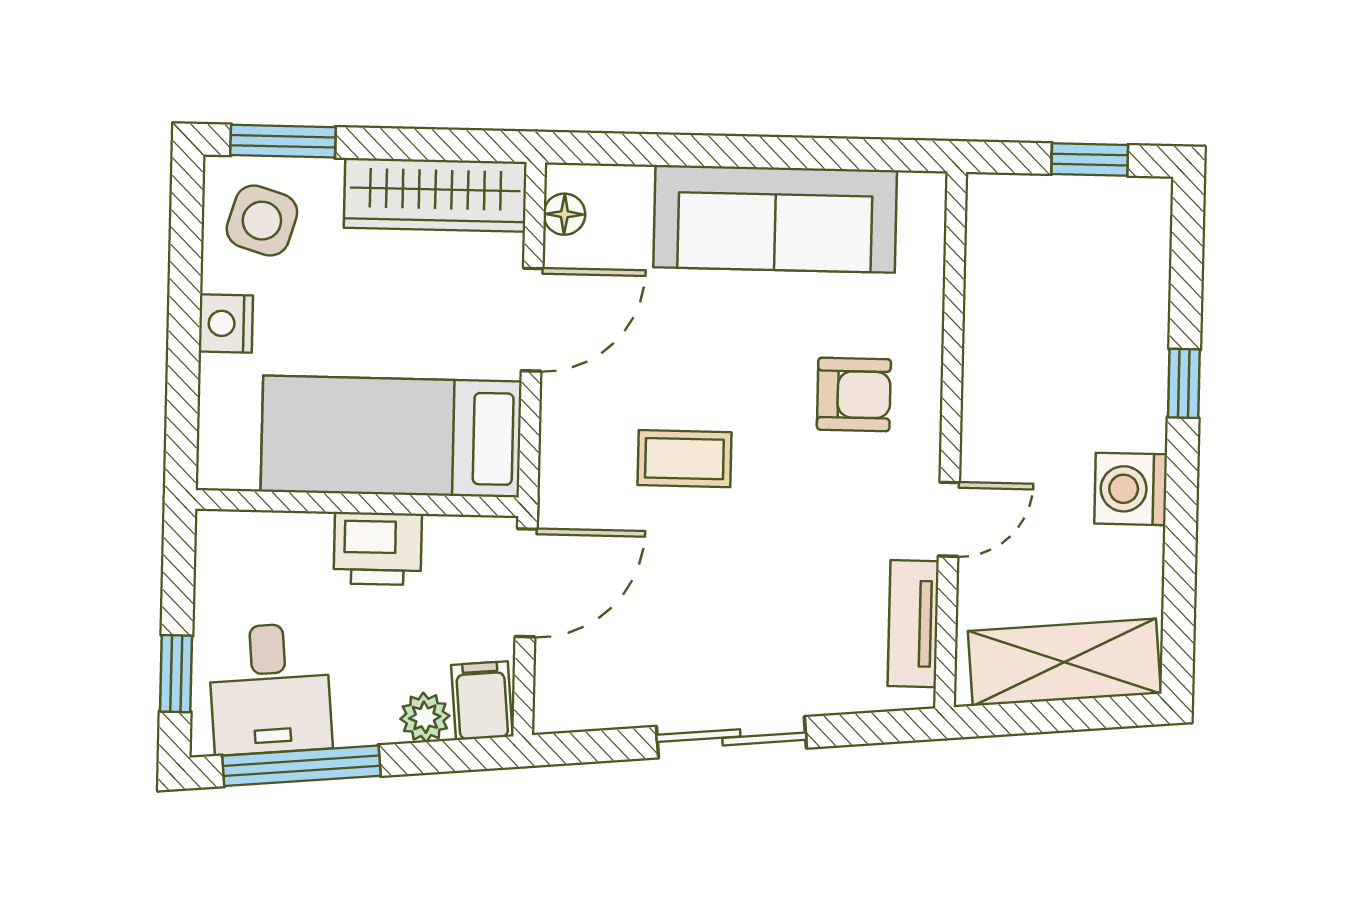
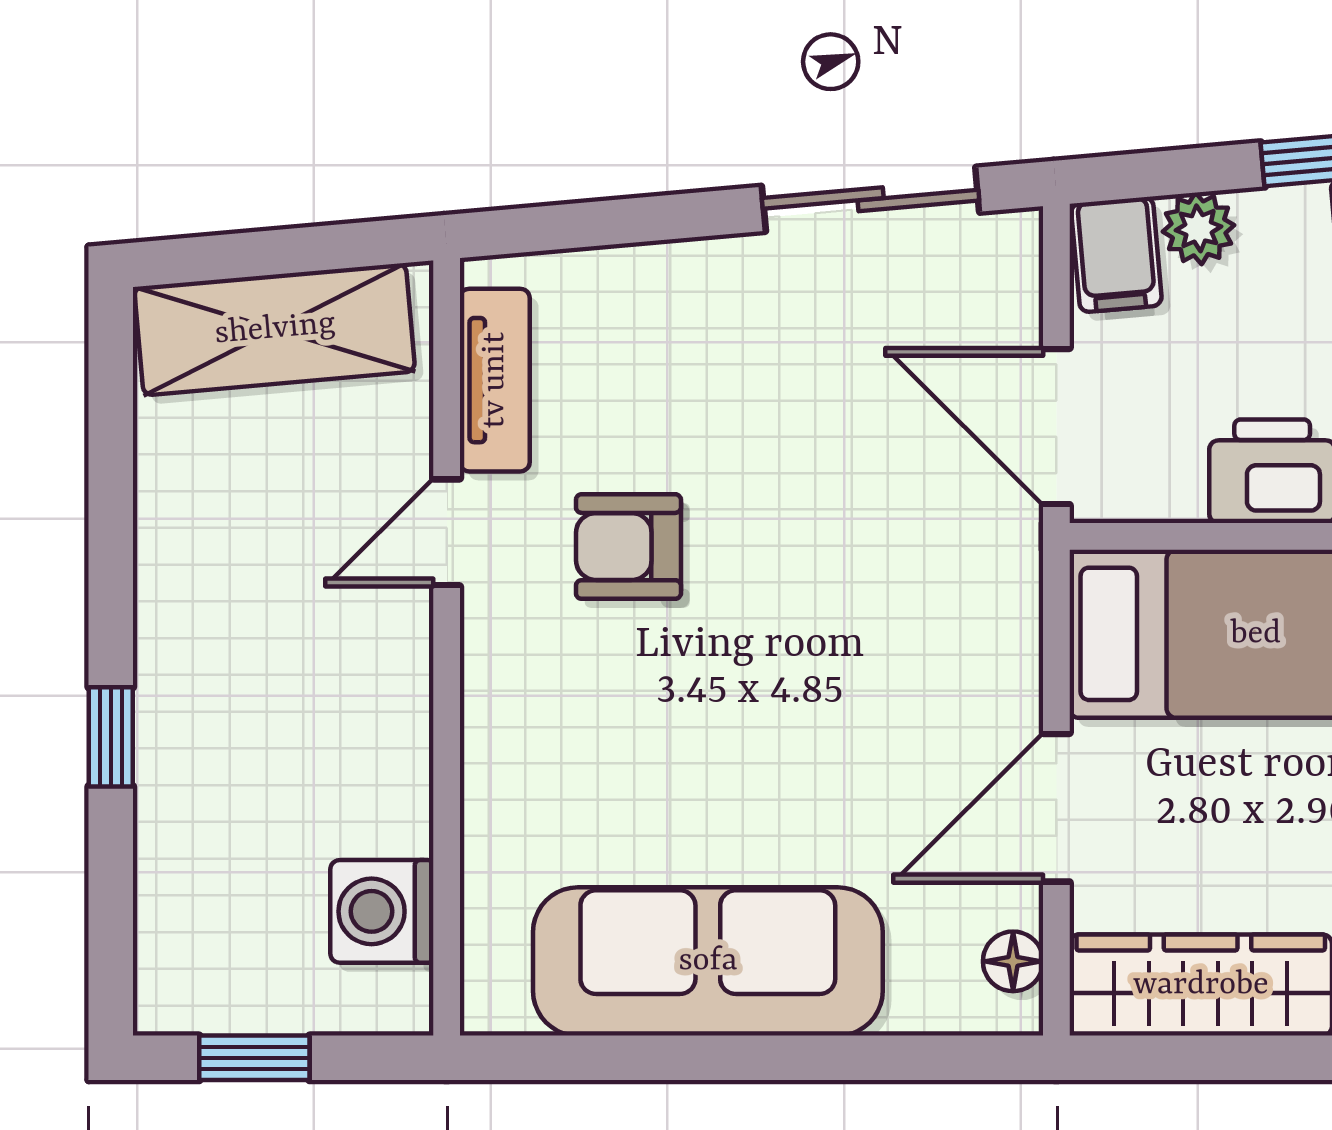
armchair: (854, 394) -> (628, 547), moved
coffee table: (684, 459) -> (831, 612), removed
washing machine: (1131, 489) -> (382, 911), moved, turned 180
door: (526, 583) -> (1056, 427), hinge flipped
sliding door: (731, 737) -> (871, 199), moved

